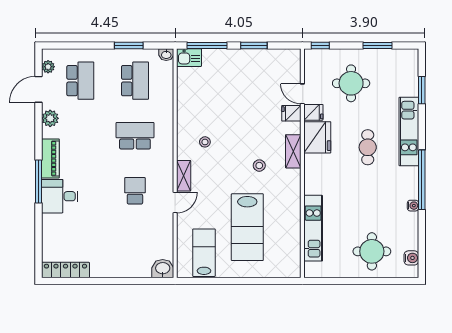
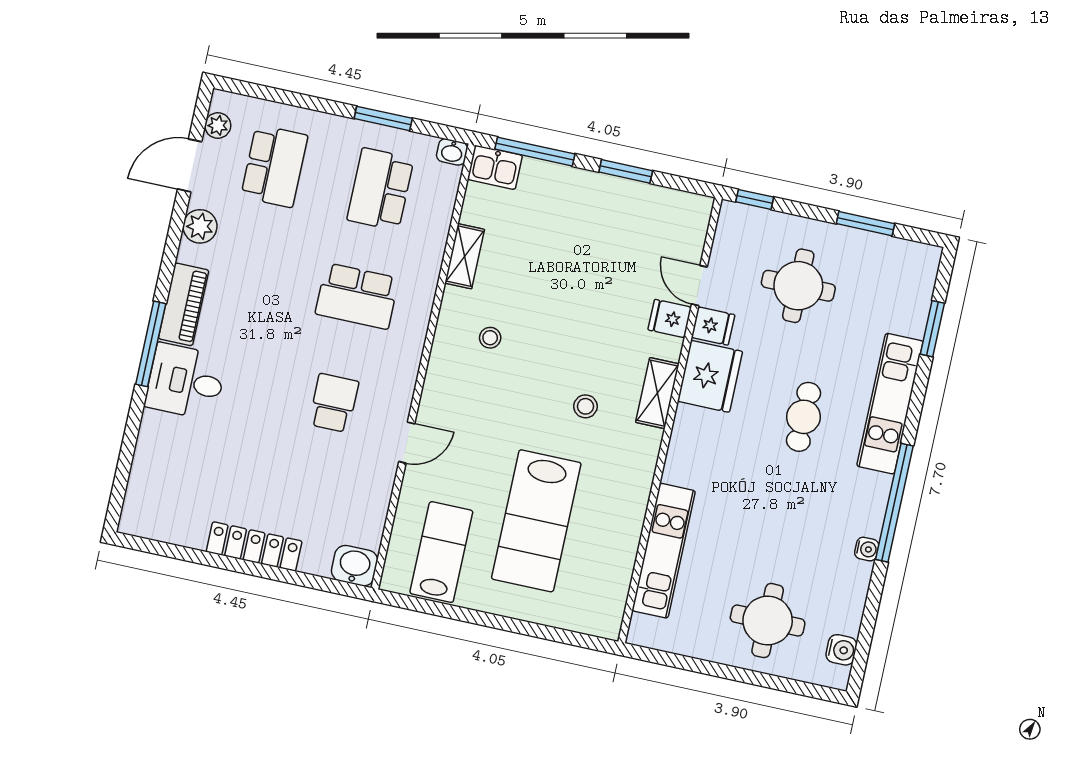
school desk: (135, 81) -> (380, 189), turned 180
school desk: (135, 136) -> (357, 296), turned 180
shelving: (184, 176) -> (465, 256), moved
locker: (65, 270) -> (254, 546), moved

